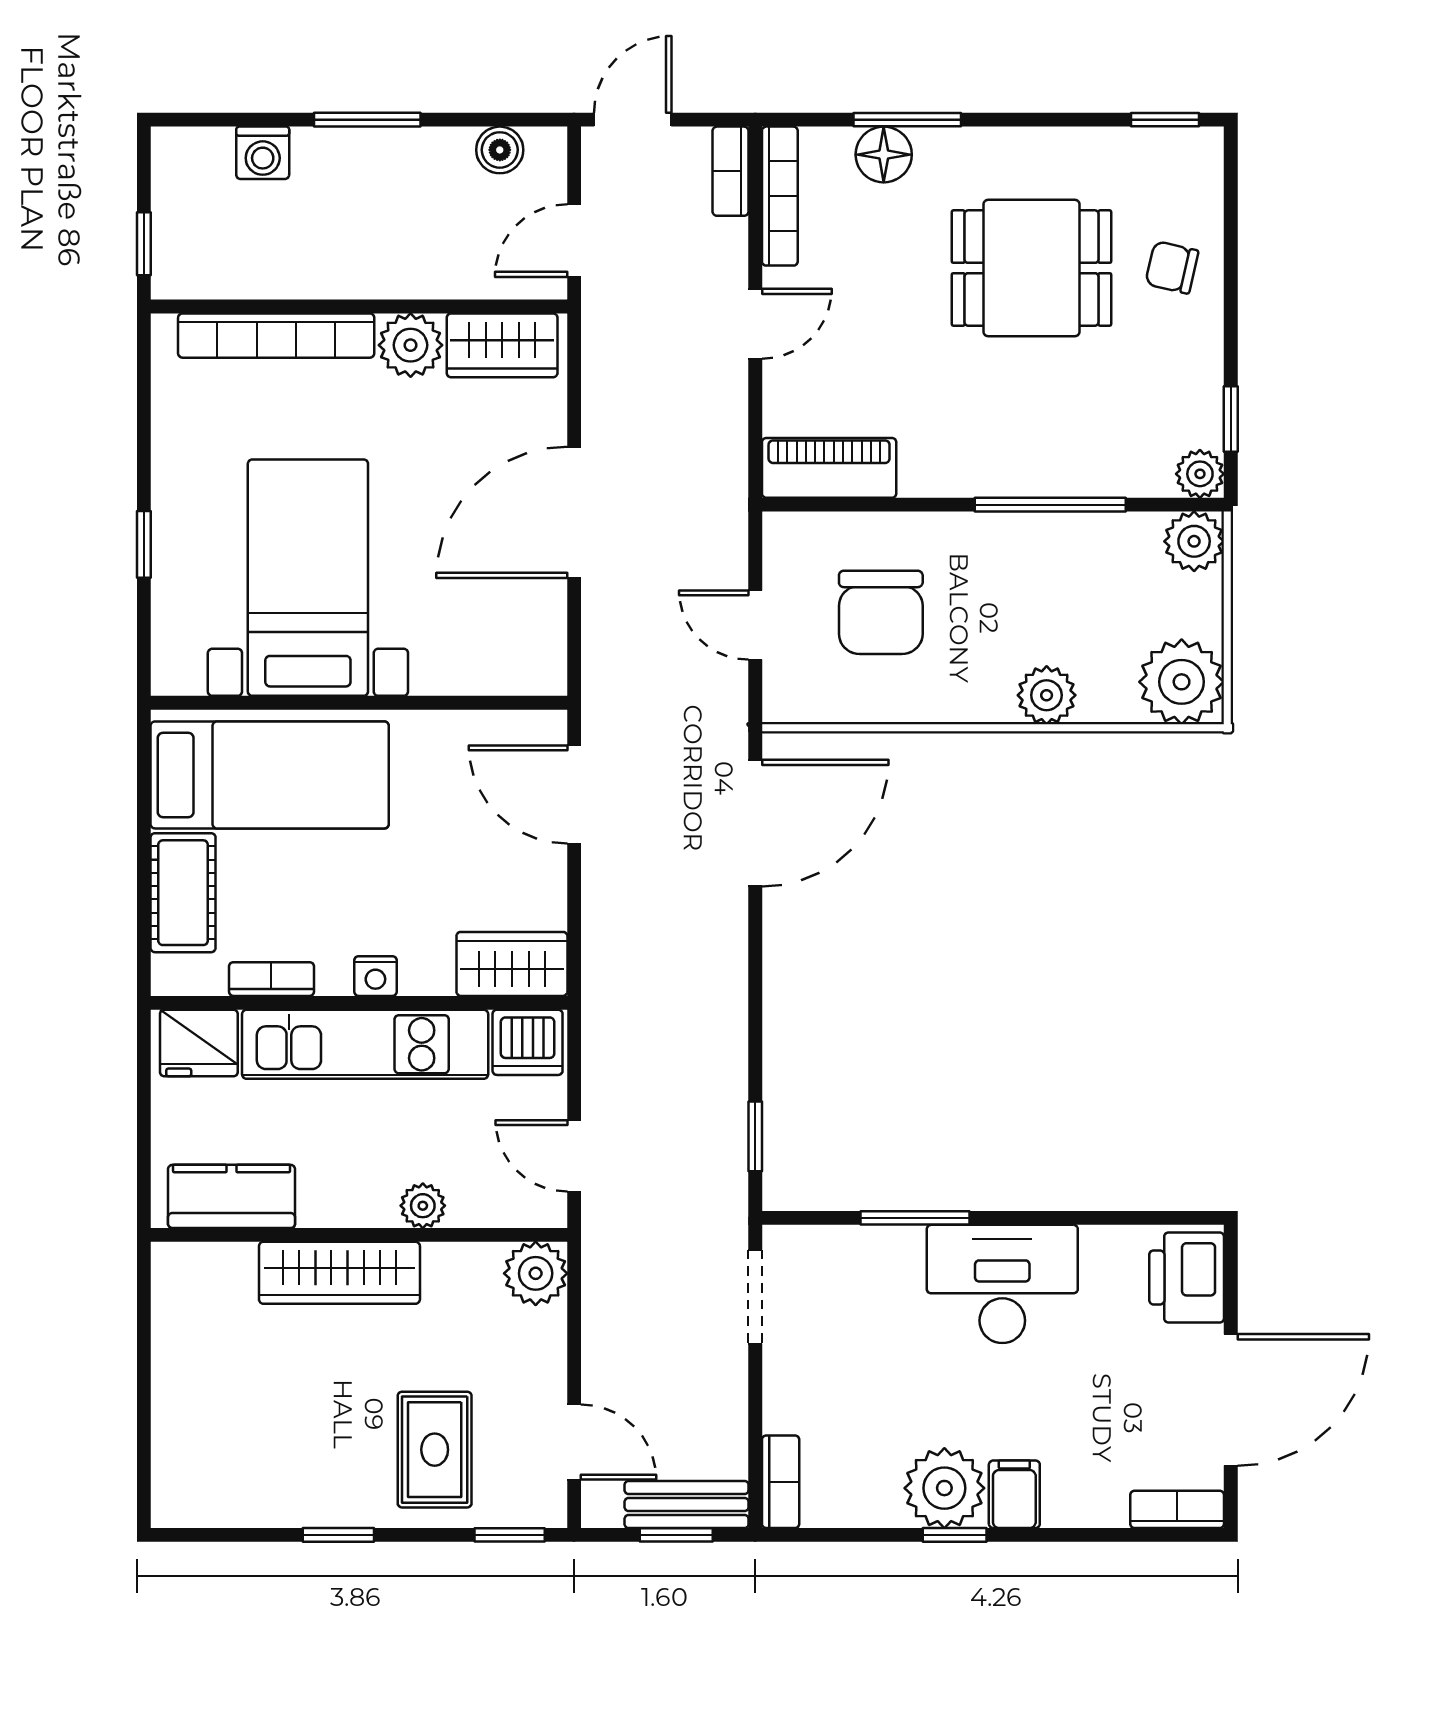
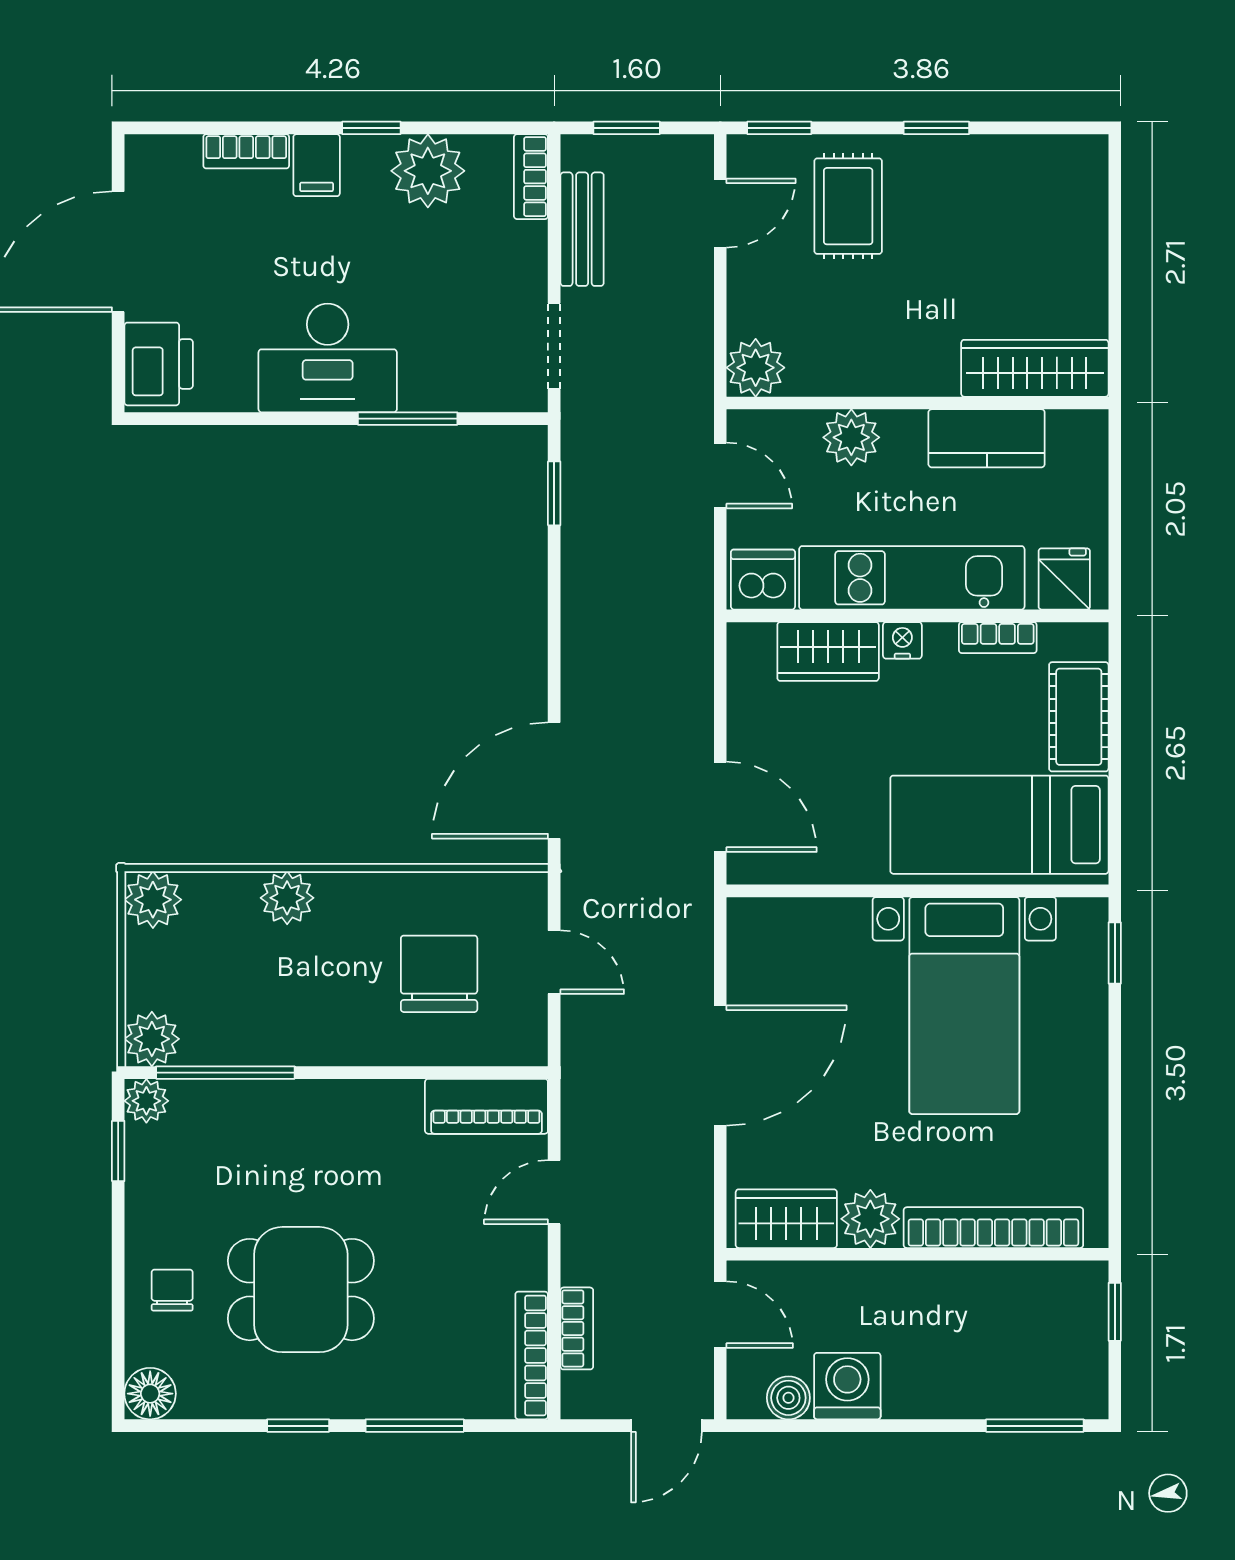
window: (367, 120) -> (1035, 1426), moved
window: (1165, 120) -> (298, 1426), moved
washing machine: (263, 153) -> (847, 1386), moved, width x1.38, depth x1.38
floor lamp: (884, 155) -> (150, 1394), moved
bookcase: (731, 171) -> (577, 1328), moved
door: (574, 241) -> (720, 1315), hinge flipped
chair: (1172, 267) -> (172, 1290), turned -103
door: (755, 324) -> (554, 1192), moved
window: (1050, 505) -> (225, 1073), moved
window: (144, 544) -> (1115, 953), moved
plant: (1182, 682) -> (153, 900), width x0.73, depth x0.73
wardrobe: (512, 964) -> (828, 651), moved
fridge: (199, 1043) -> (1064, 579), width x0.72
kitchen counter: (232, 1196) -> (987, 438), moved
plant: (423, 1206) -> (851, 437), width x1.38, depth x1.38
wardrobe: (339, 1273) -> (1035, 368), moved
door: (574, 1442) -> (720, 213), swing flipped
plant: (944, 1488) -> (428, 171), moved
bench: (687, 1504) -> (582, 229), moved, turned 90
bookcase: (1177, 1509) -> (246, 151), moved

